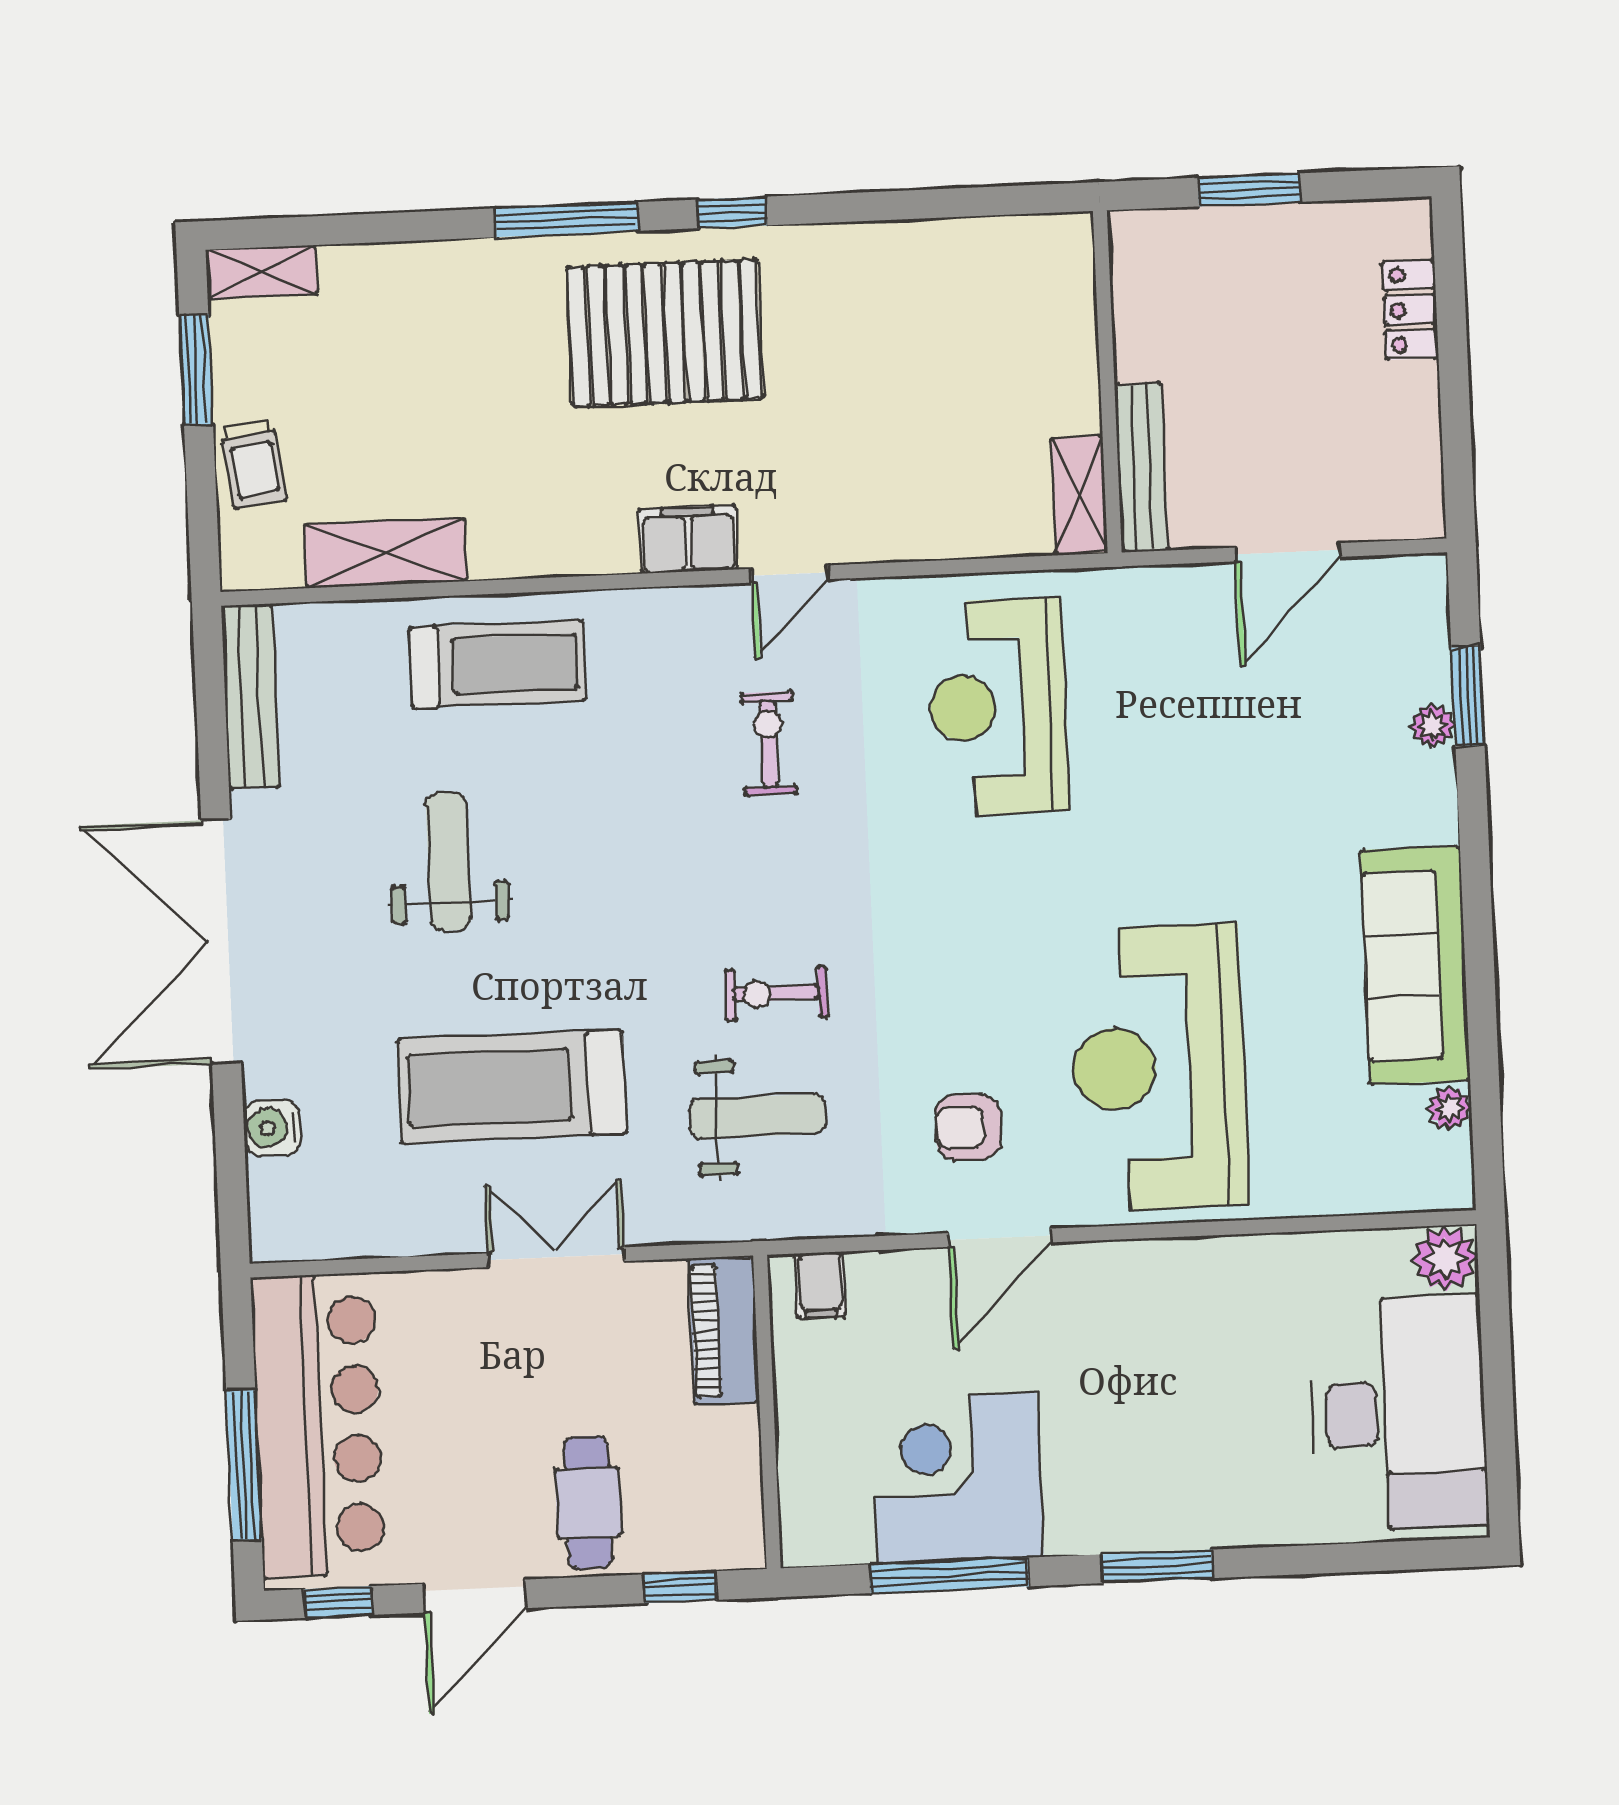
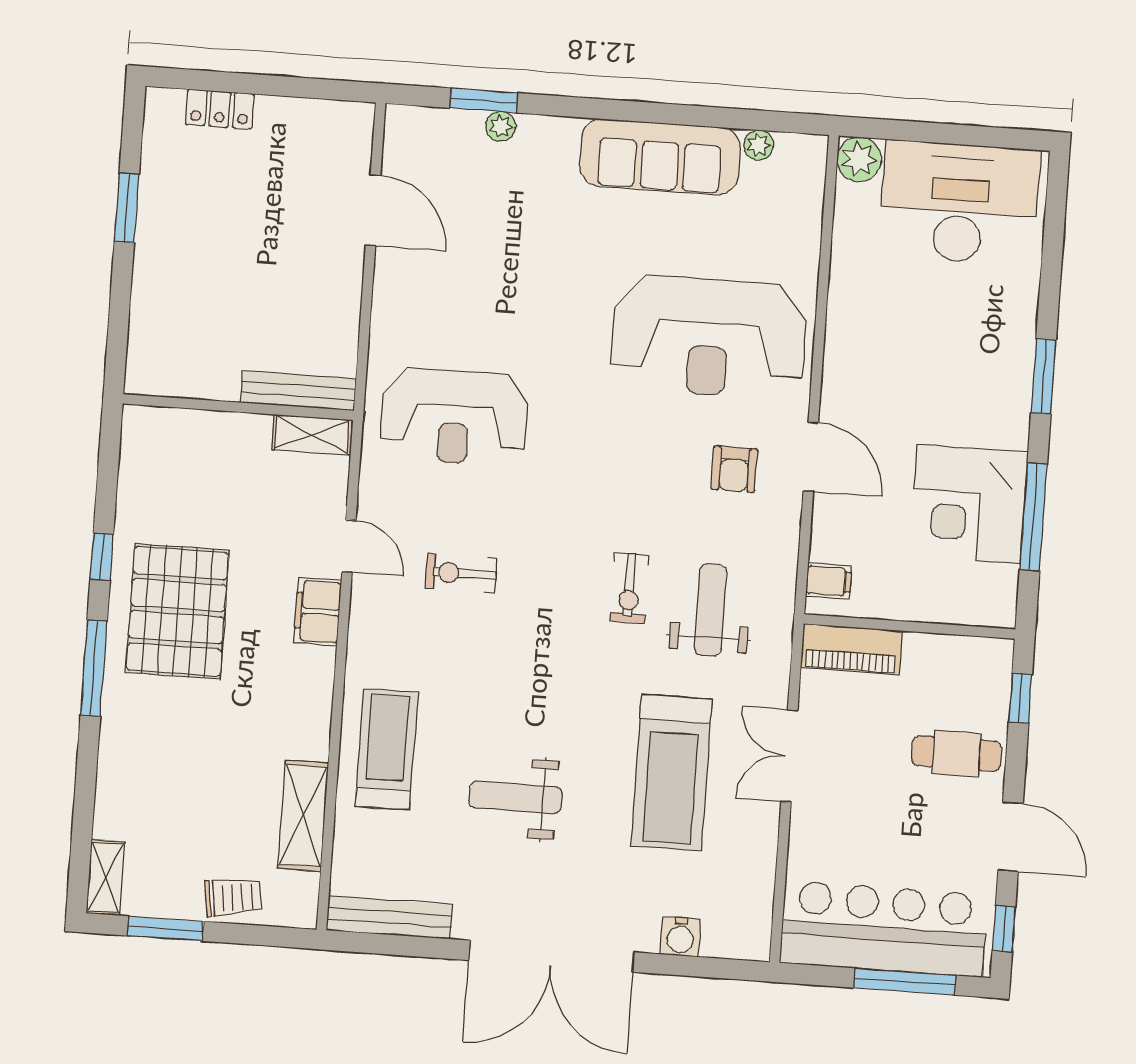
wall: (1107, 382) -> (238, 407), moved
bench: (1142, 467) -> (298, 391), moved
shelving: (1079, 495) -> (312, 435), moved

